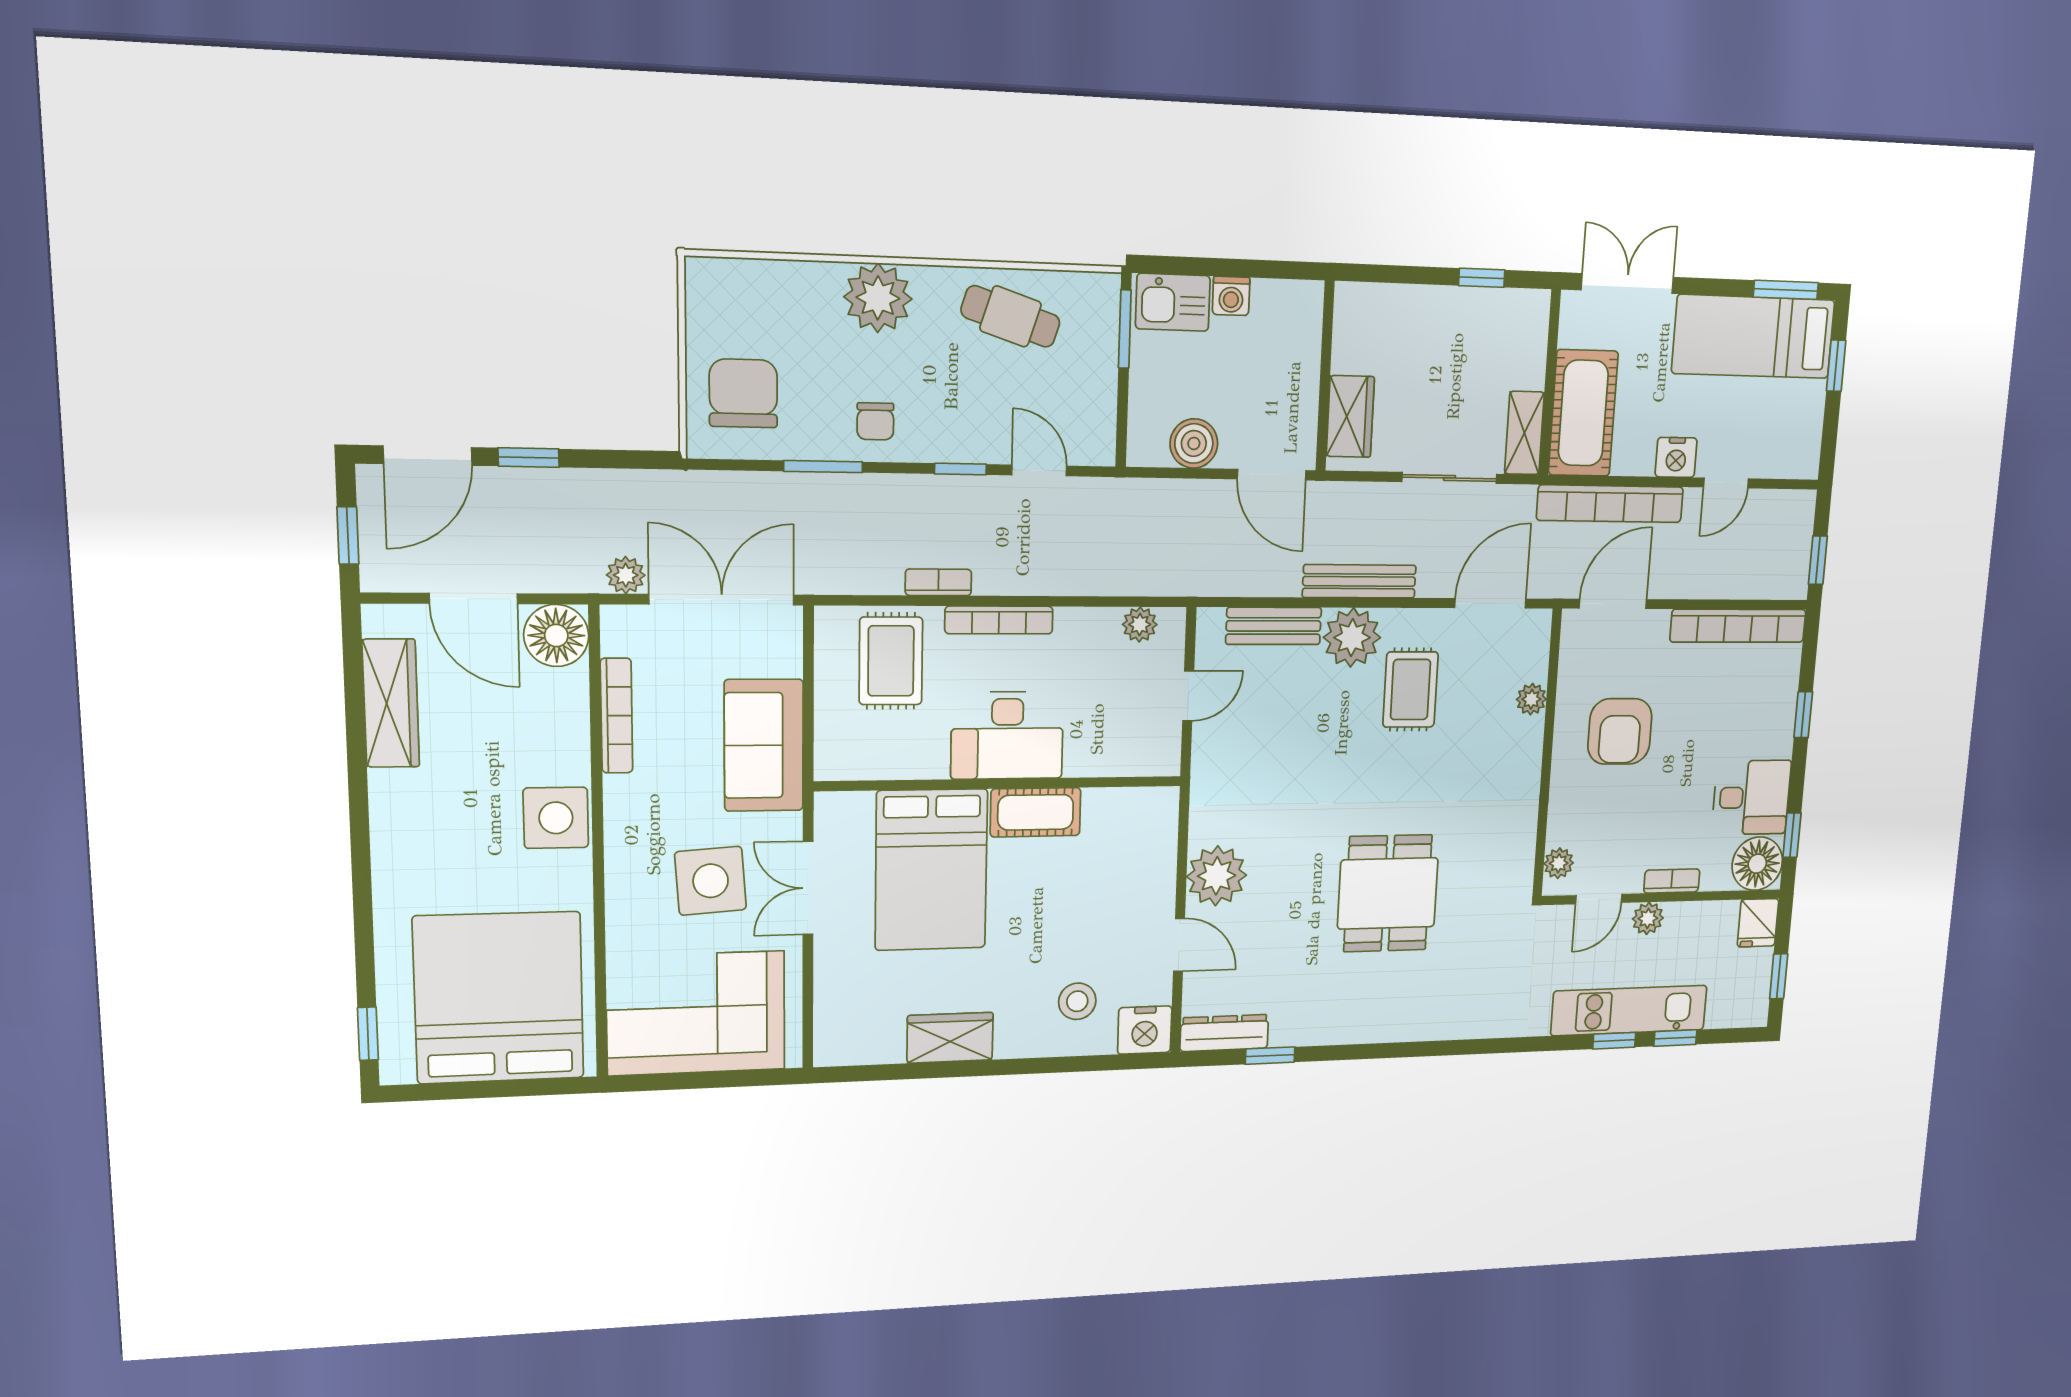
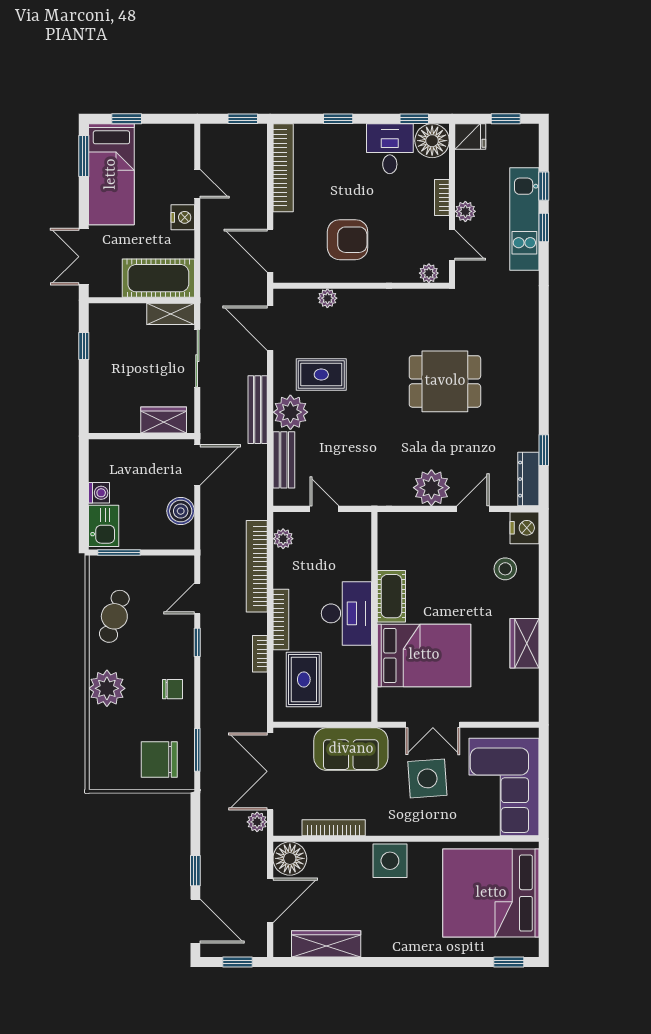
window: (823, 467) -> (197, 750), moved
bookcase: (1610, 504) -> (257, 566), moved, turned 180
rug: (891, 661) -> (304, 680), turned 90

